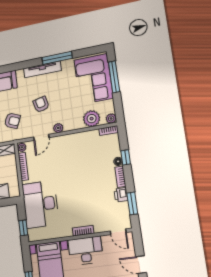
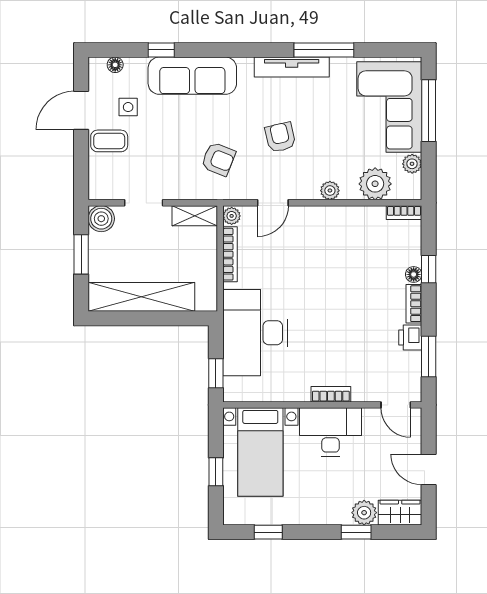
plant: (111, 118) -> (412, 164), moved
plant: (58, 128) -> (330, 191), moved

